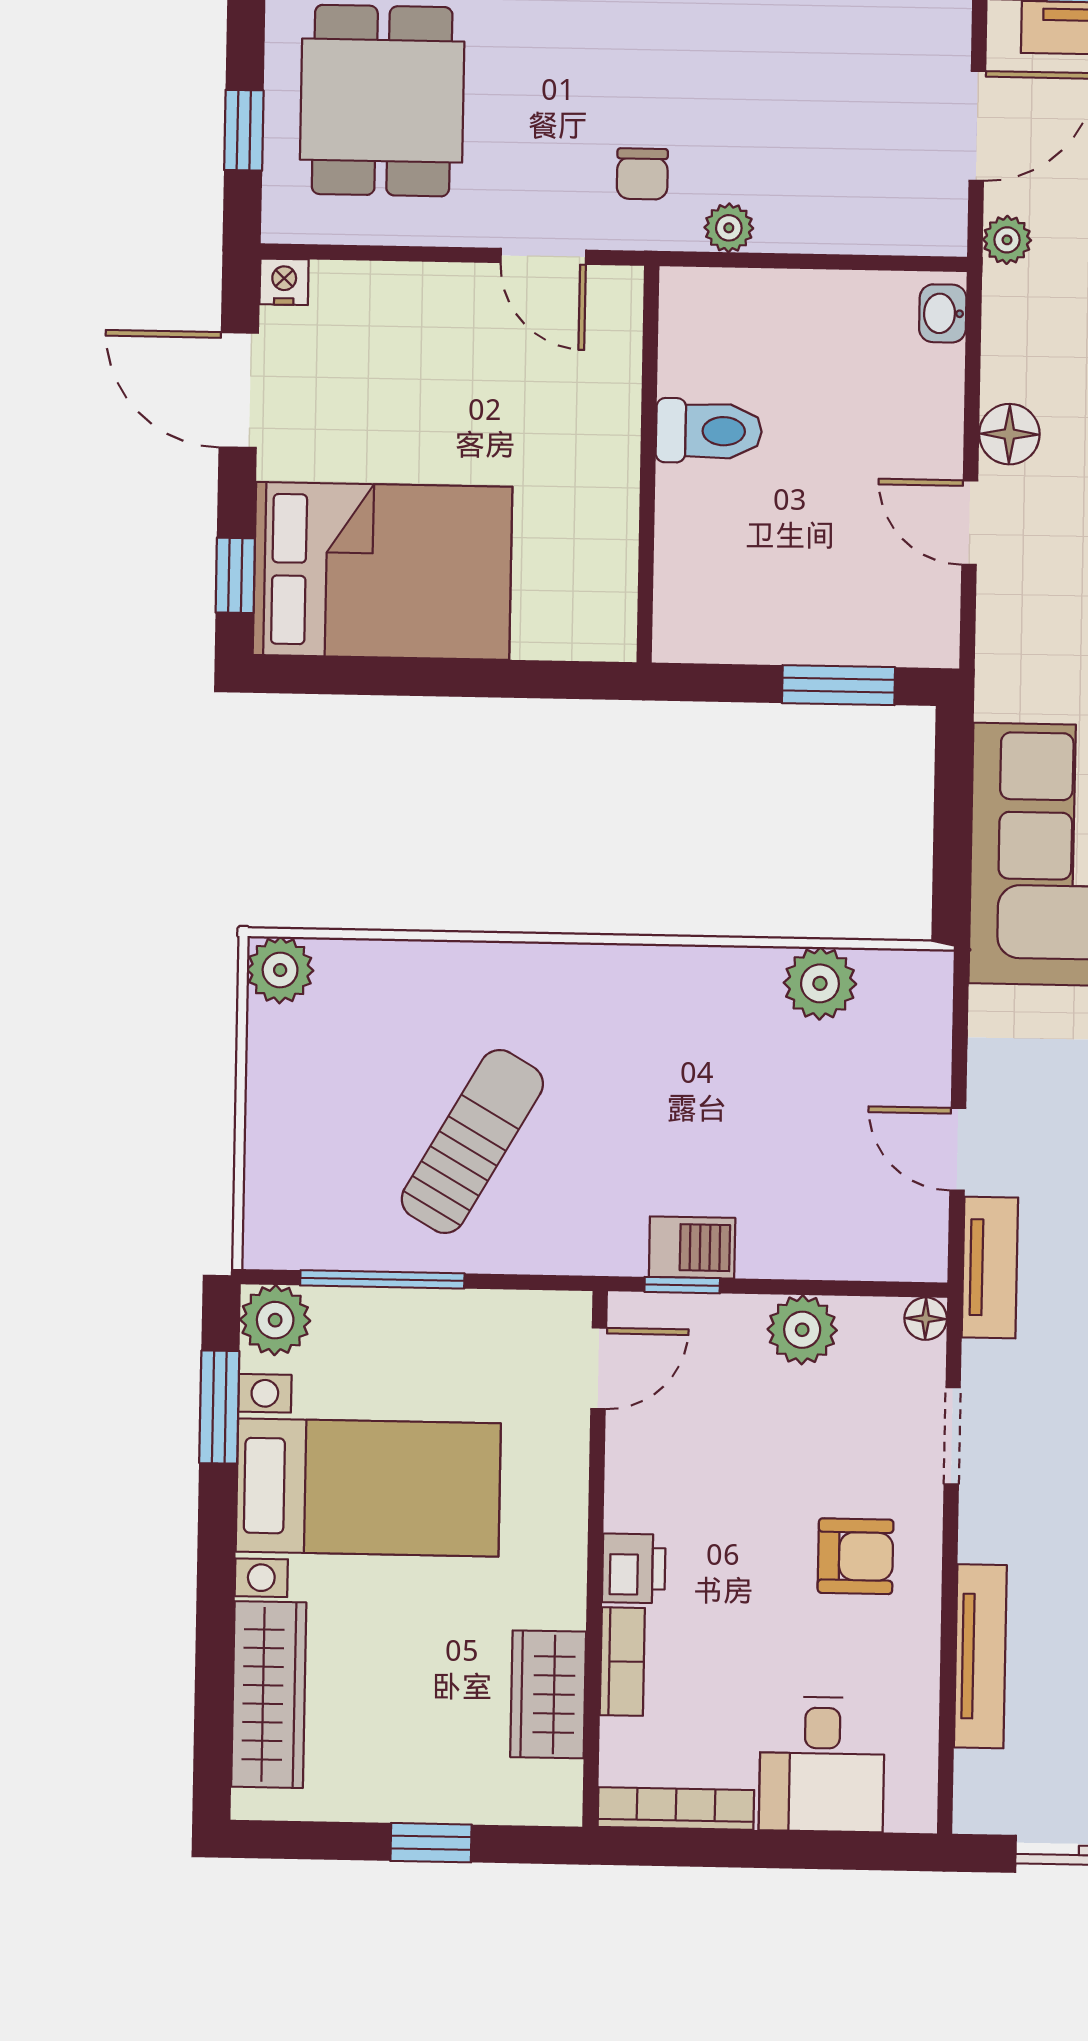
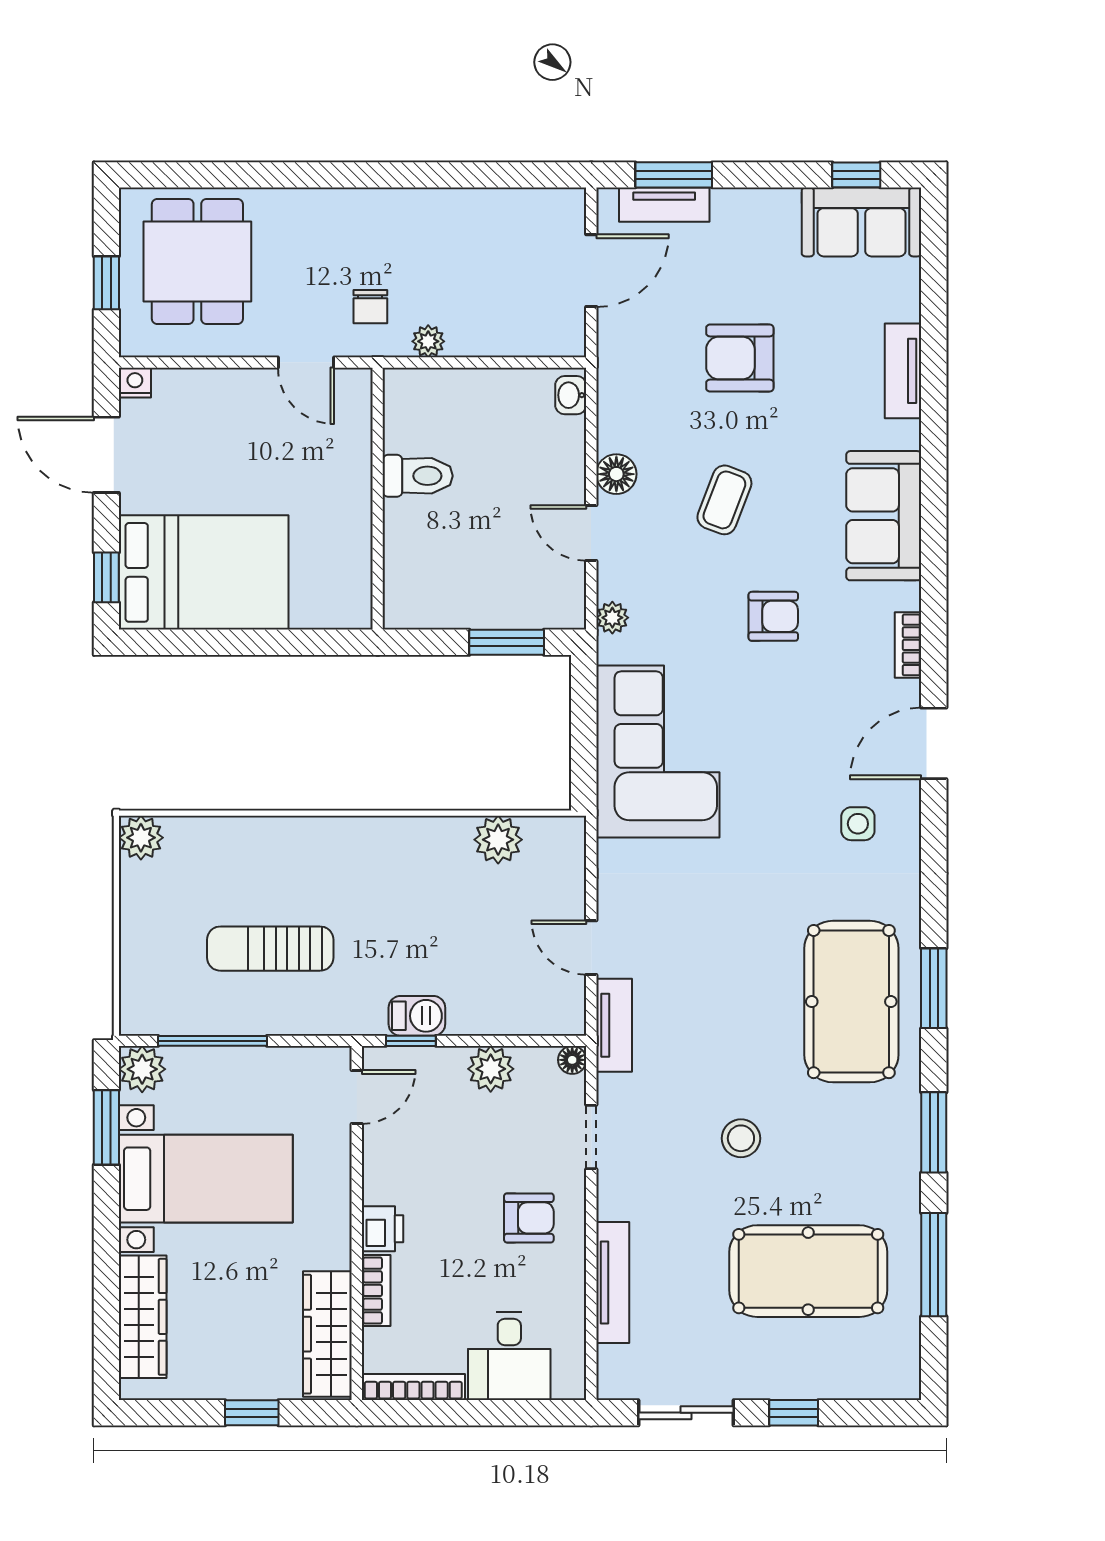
plant: (1007, 240) -> (612, 618), moved
sun lounger: (472, 1142) -> (270, 949), turned -120
wardrobe: (548, 1694) -> (327, 1334), width x1.50

